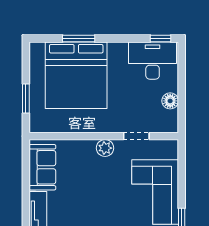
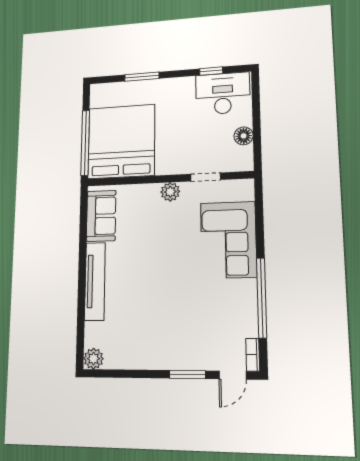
window: (160, 38) -> (211, 71), moved
bed: (76, 75) -> (121, 142), moved, turned 180
window: (26, 99) -> (85, 143), width x2.11

